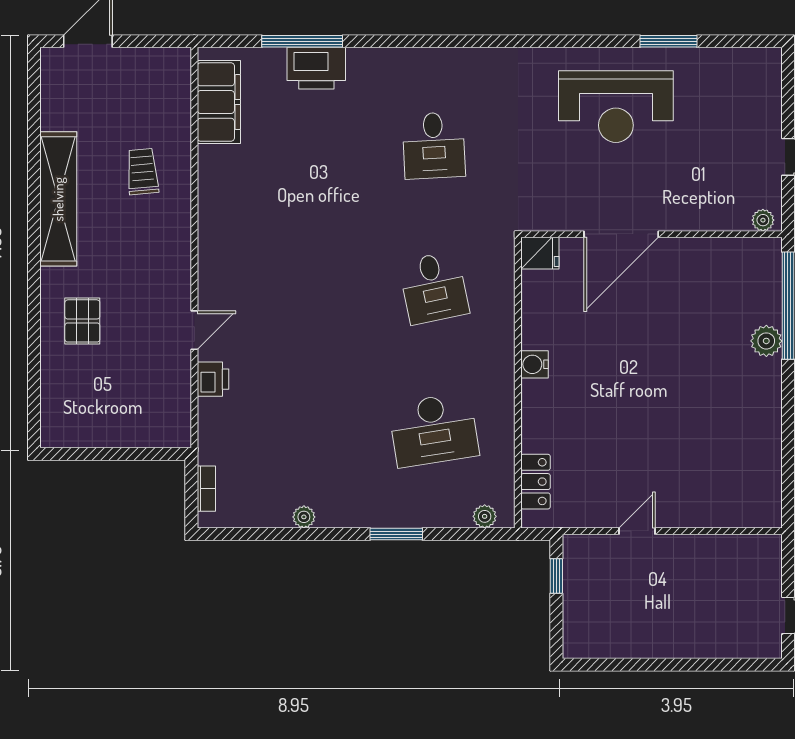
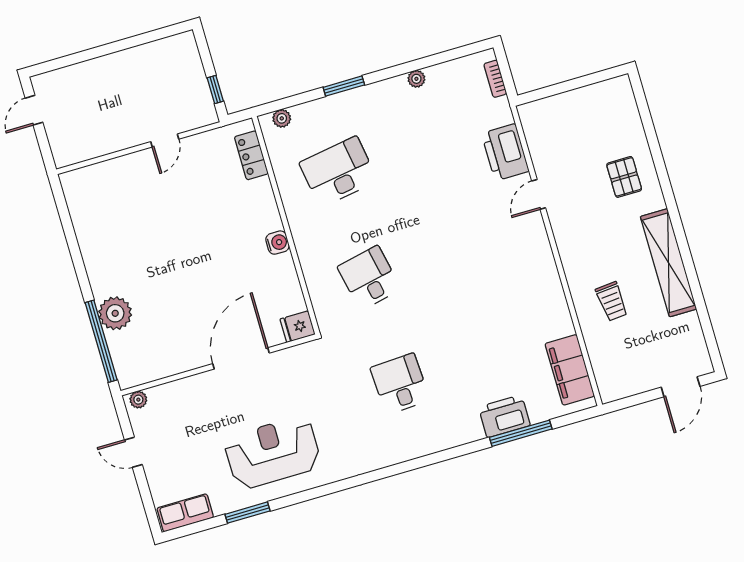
row of seats: (746, 63) -> (185, 513), added
plant: (766, 341) -> (115, 313), width x1.36, depth x1.36
printer: (213, 379) -> (505, 152), width x1.87, depth x1.48

